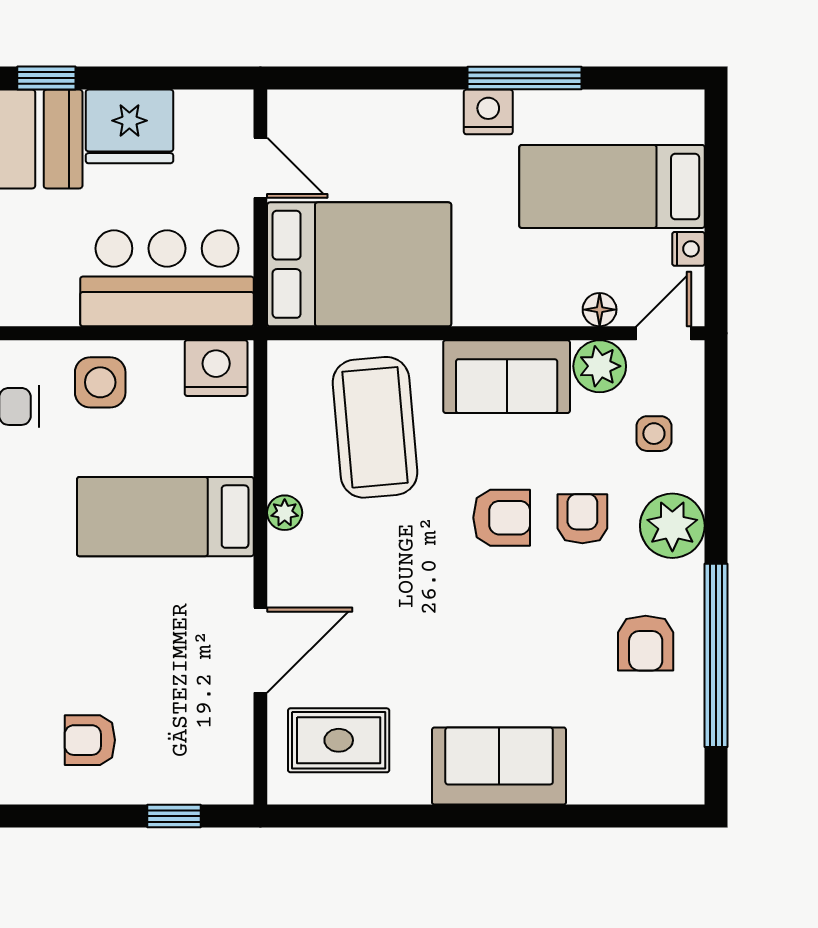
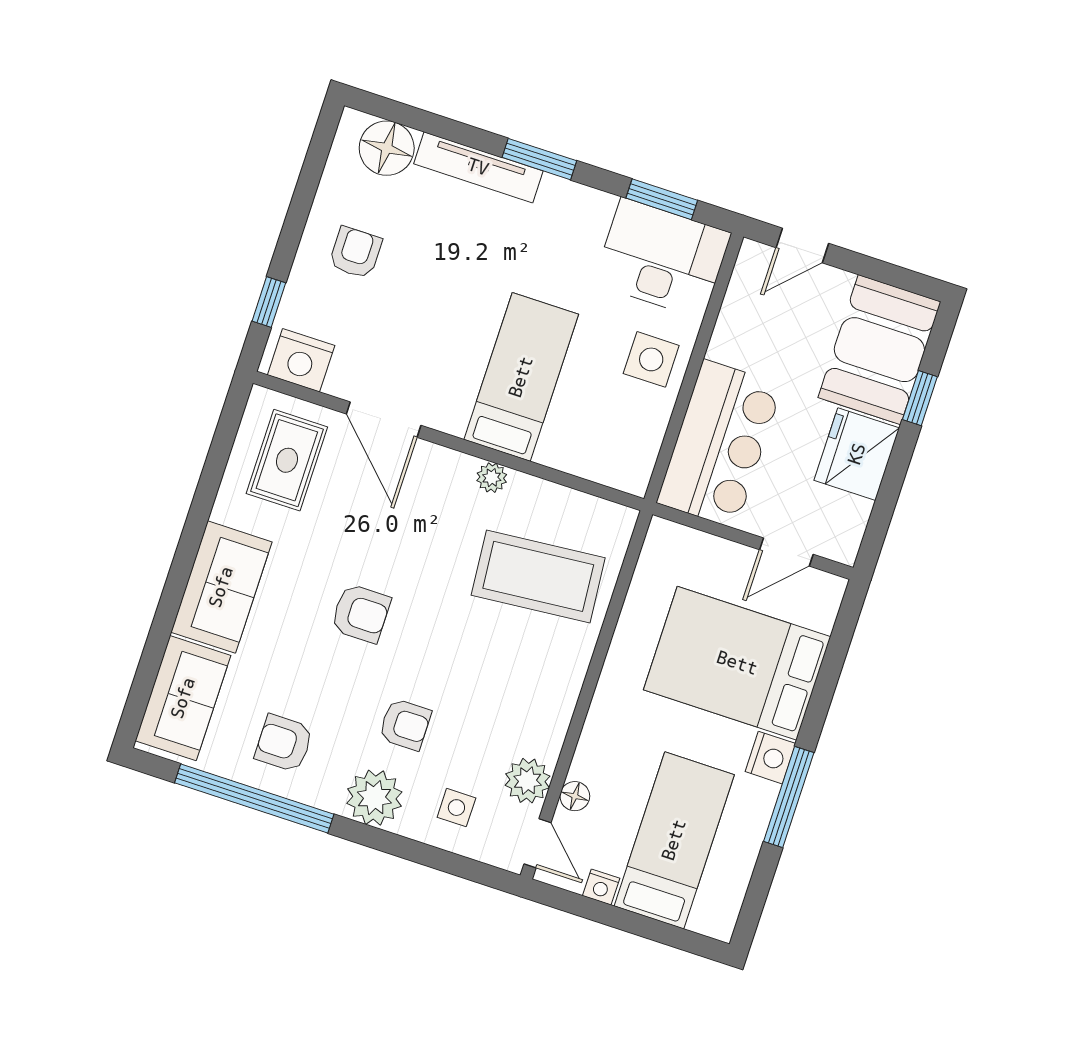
bed: (359, 264) -> (737, 663), moved, turned 90
nightstand: (216, 368) -> (301, 360), moved, turned 90
sofa: (507, 377) -> (183, 698), moved, turned 180
armchair: (502, 518) -> (361, 613), moved, turned -90

